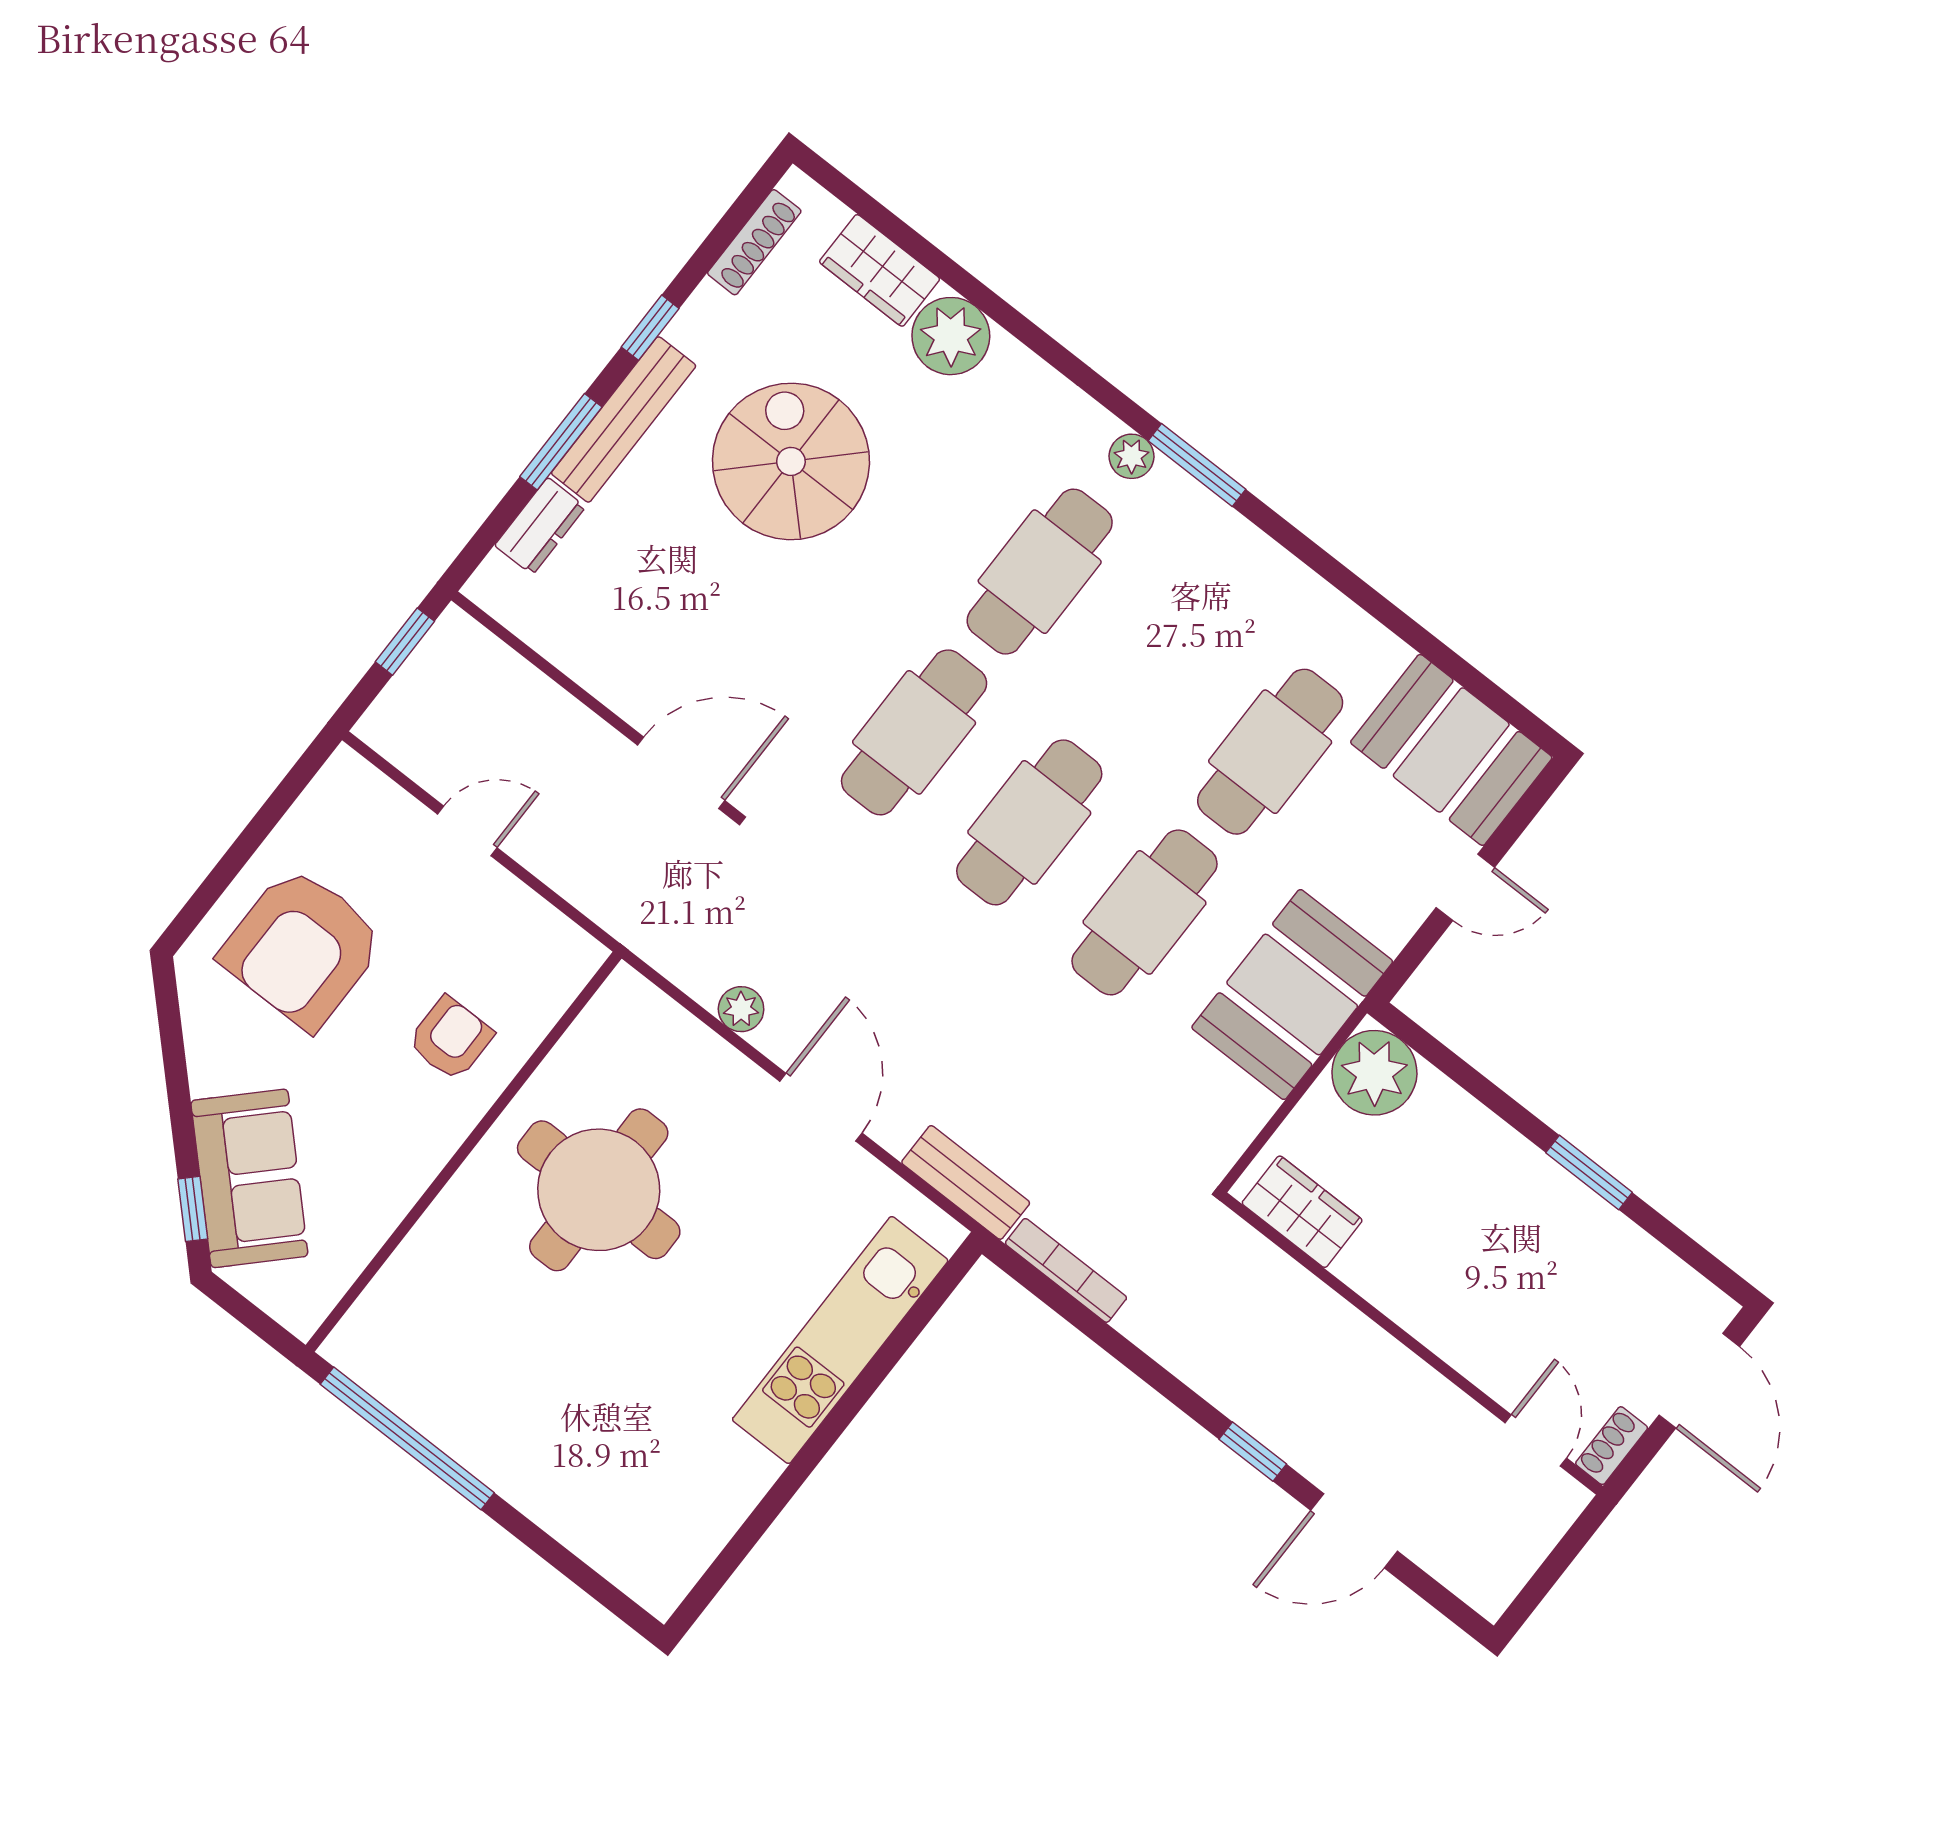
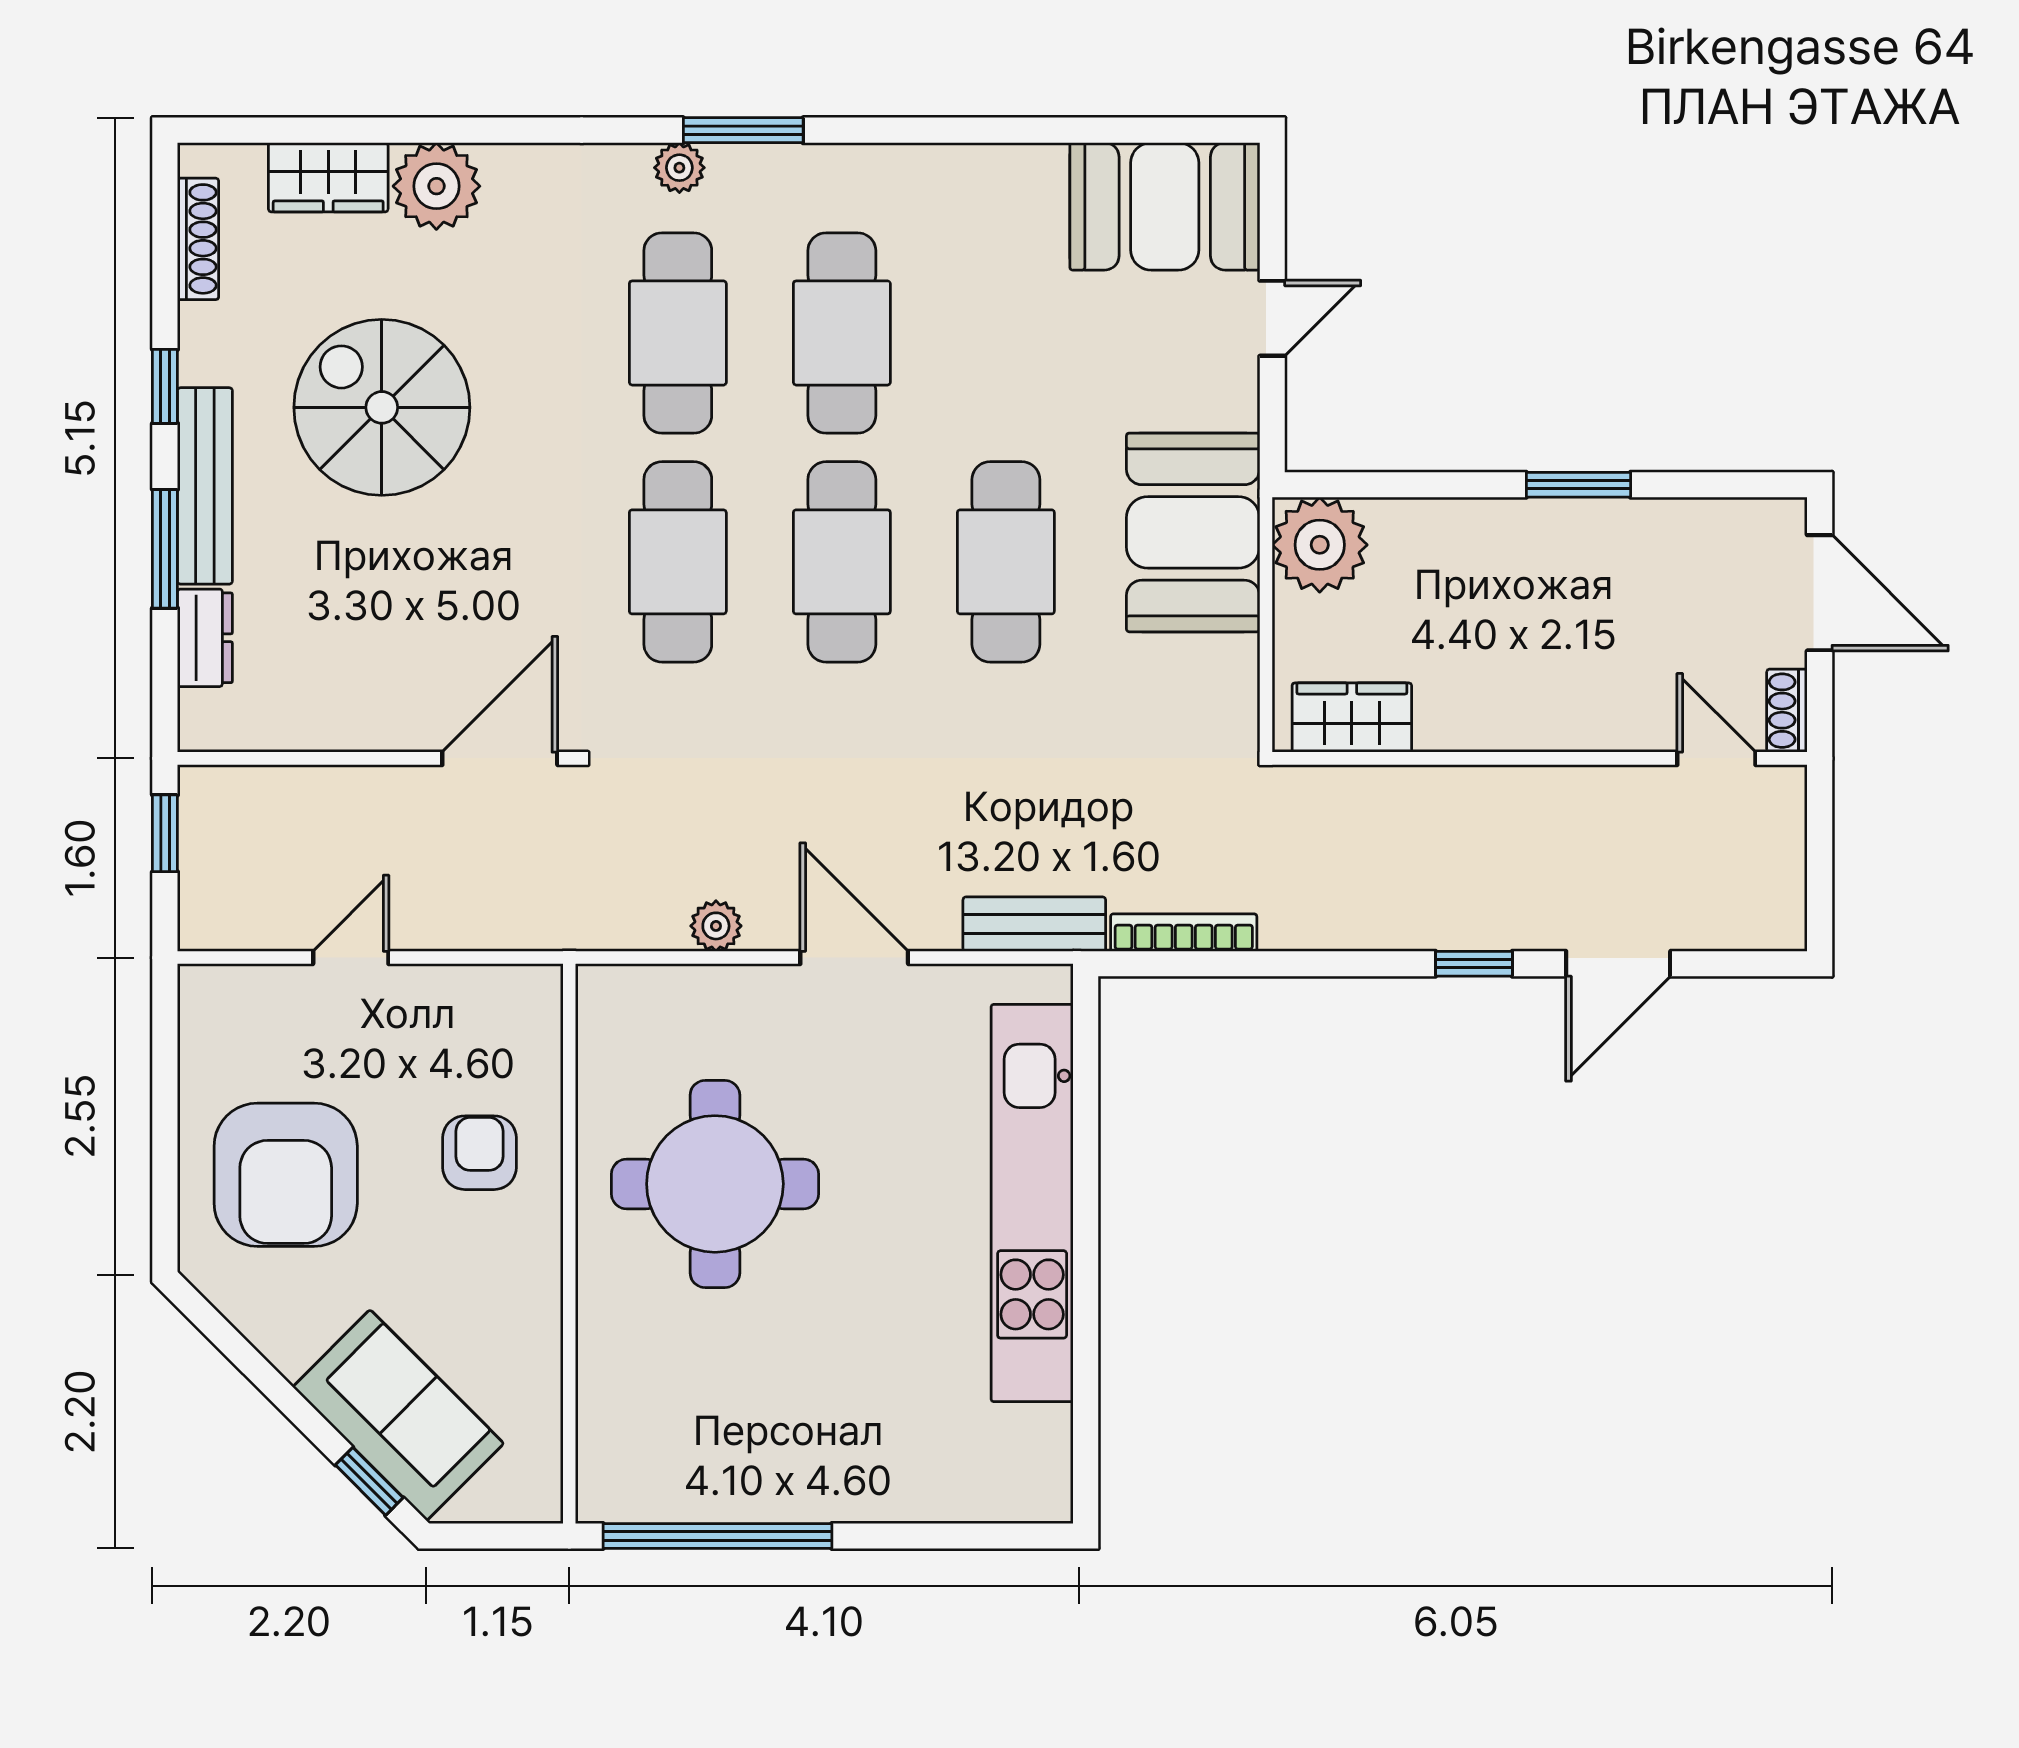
cafe table: (1270, 752) -> (842, 333), moved
kitchen unit: (840, 1340) -> (1032, 1203), width x1.36

